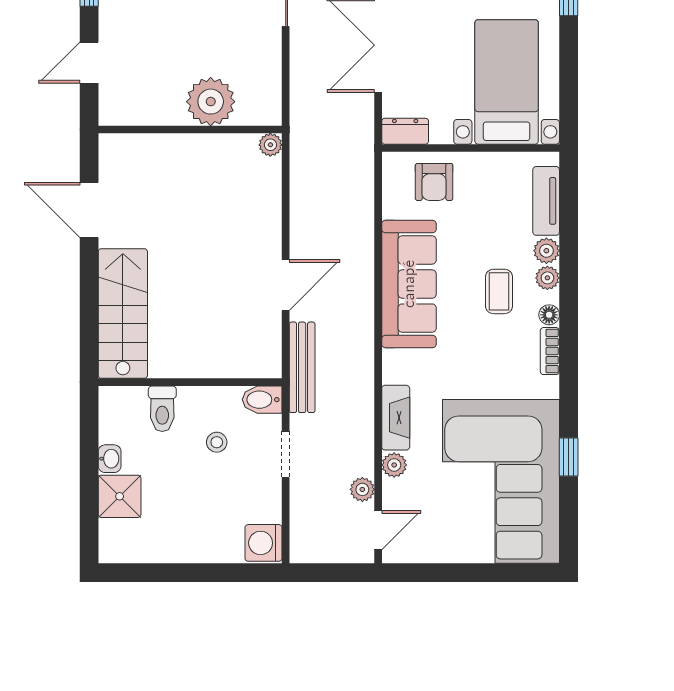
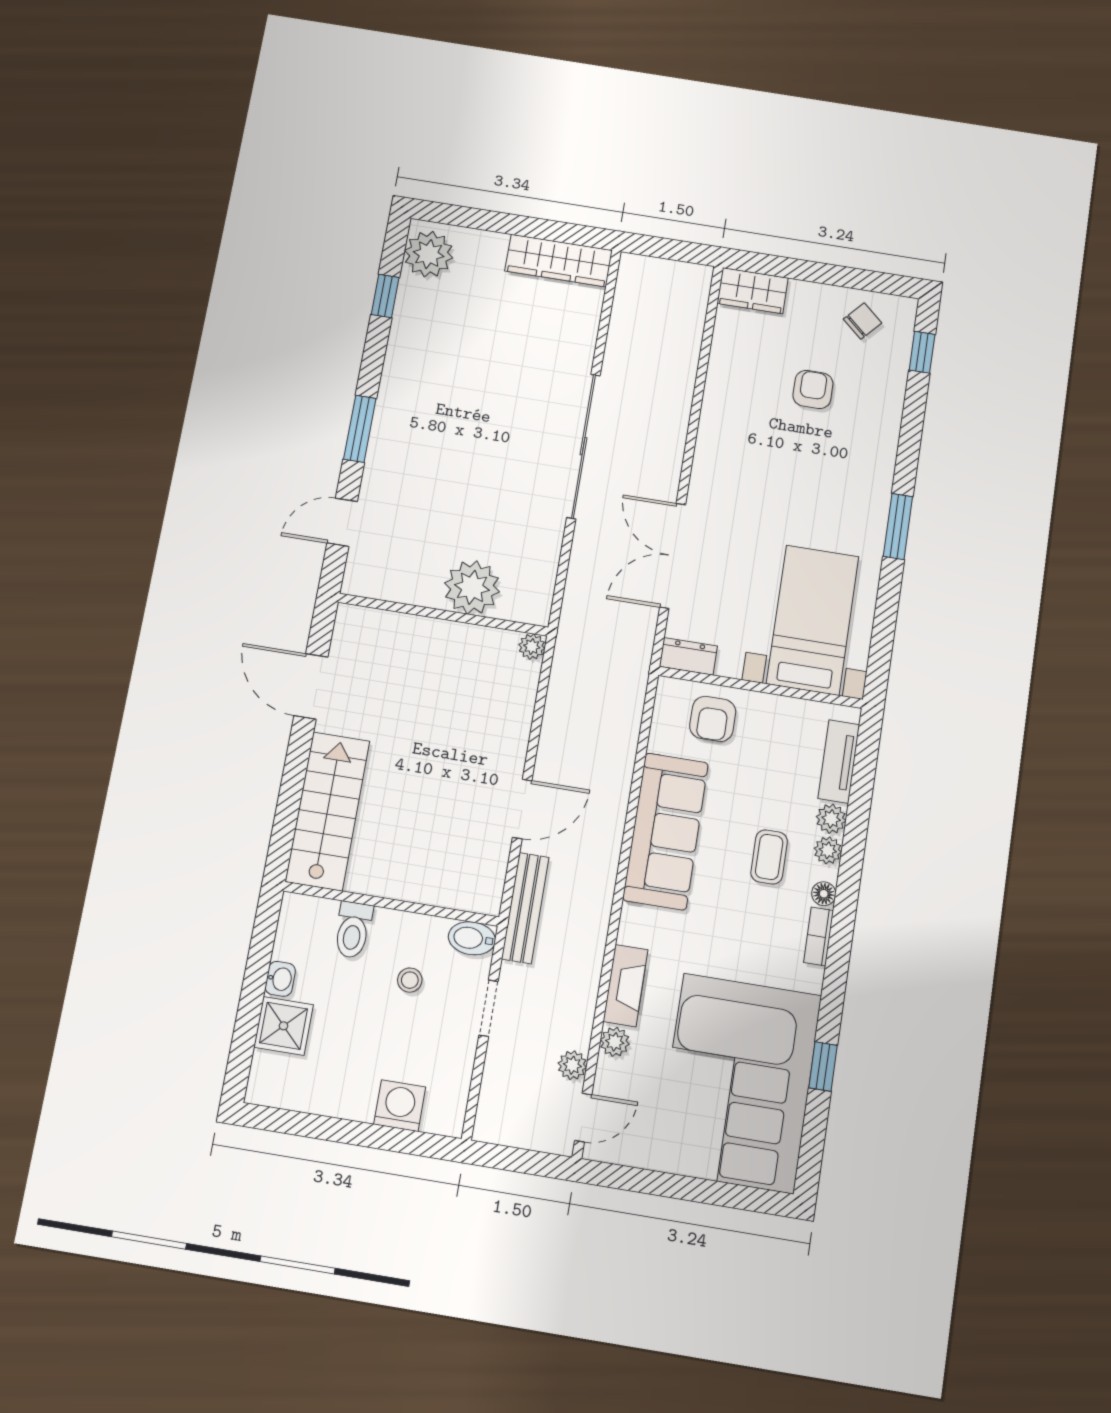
washing machine: (264, 543) -> (400, 1106), moved, turned 90

